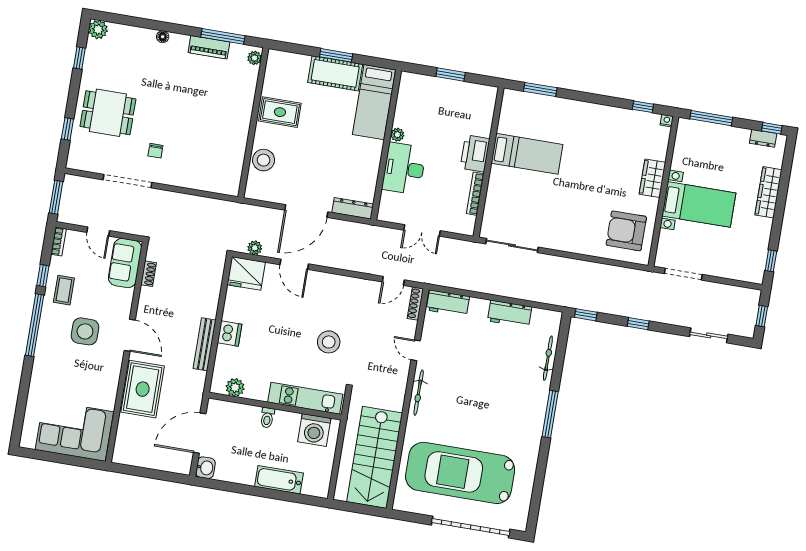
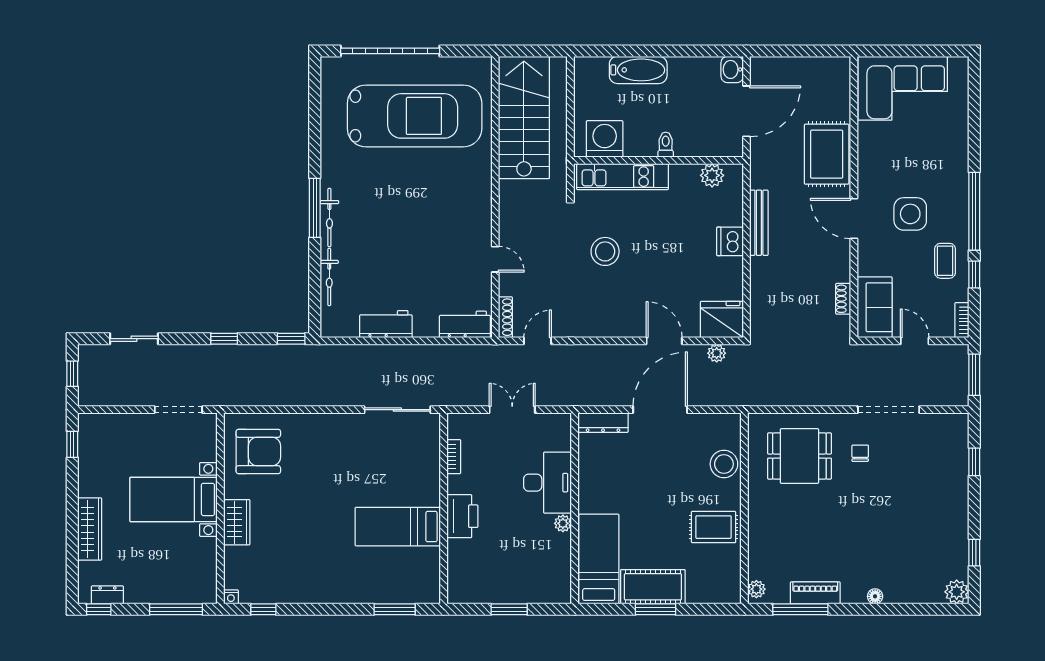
dining table: (108, 113) -> (799, 456), moved
bookcase: (475, 194) -> (454, 457), width x0.64
bicycle: (419, 393) -> (329, 218), moved, turned 180

